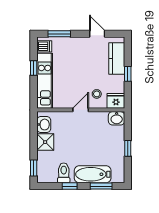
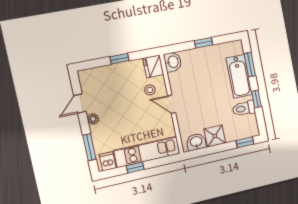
plant: (82, 42) -> (93, 119), added
kitchen counter: (117, 59) -> (104, 75), removed

